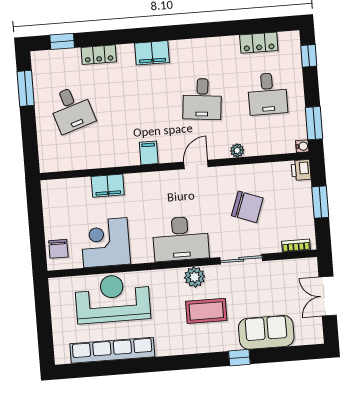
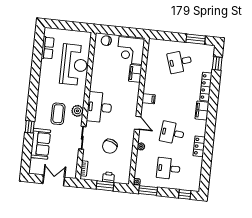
locker: (259, 43) -> (199, 146), moved
locker: (99, 55) -> (206, 87), width x1.53
printer: (301, 170) -> (108, 177), moved
corner desk: (105, 243) -> (131, 51), moved, turned 180
row of seats: (112, 350) -> (48, 48), width x0.50

